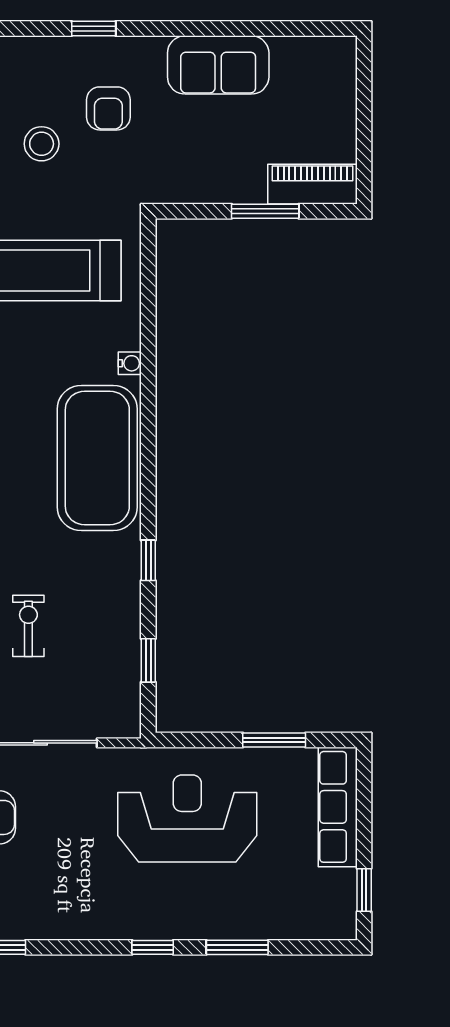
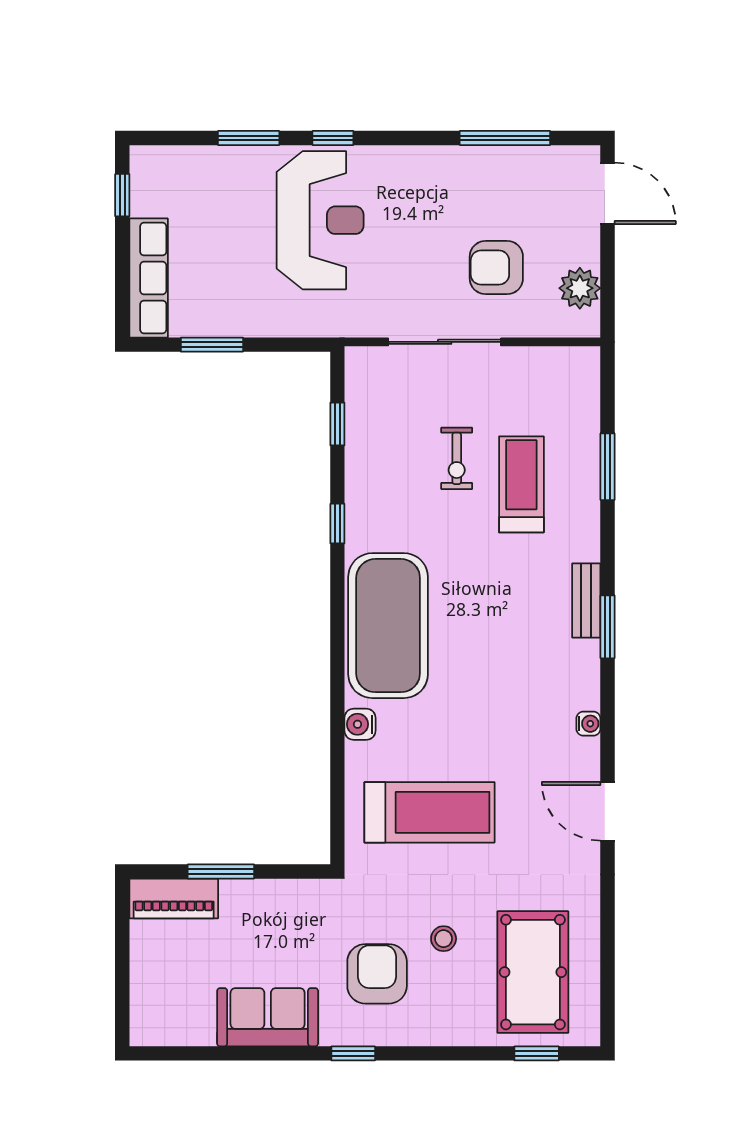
window: (94, 29) -> (353, 1053), moved
armchair: (108, 108) -> (377, 974), width x1.38, depth x1.38
stool: (42, 144) -> (444, 939), width x0.73, depth x0.73
water cooler: (130, 363) -> (360, 724), width x1.38, depth x1.38
reception desk: (187, 818) -> (320, 220), moved, turned -90

